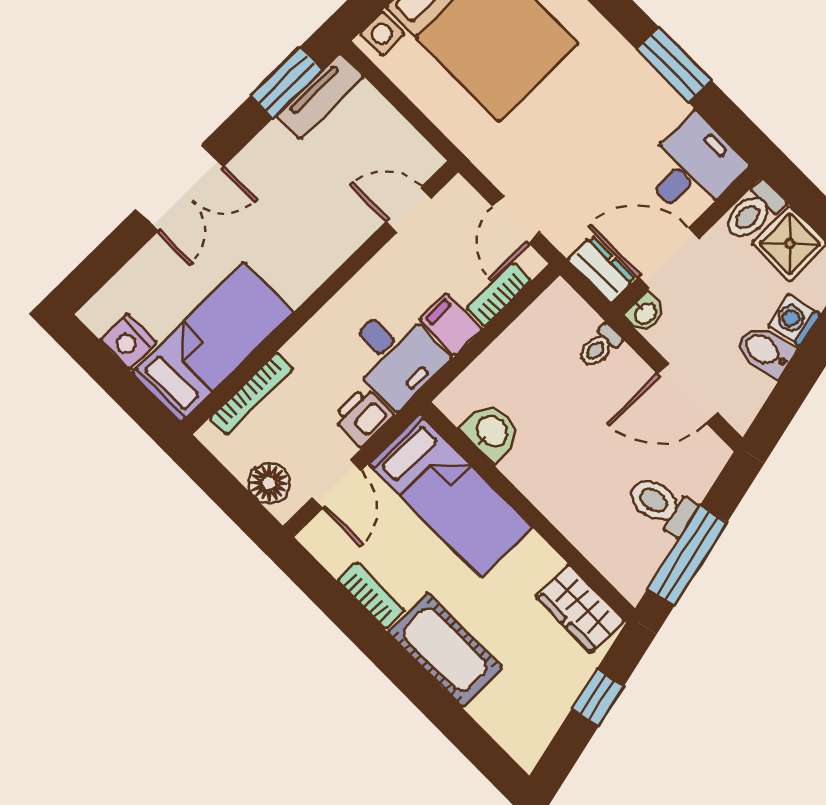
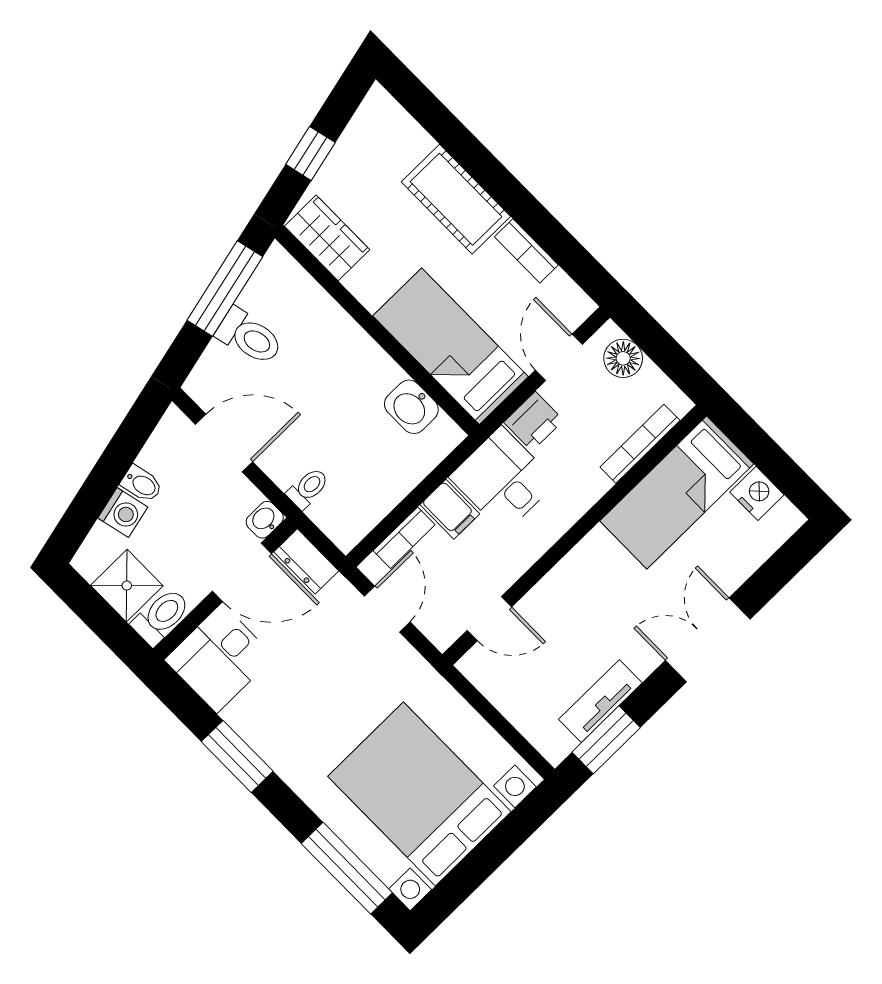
tv unit: (320, 96) -> (600, 701), moved
bidet: (765, 351) -> (142, 484), width x0.72, depth x0.74

